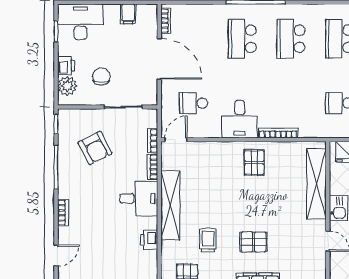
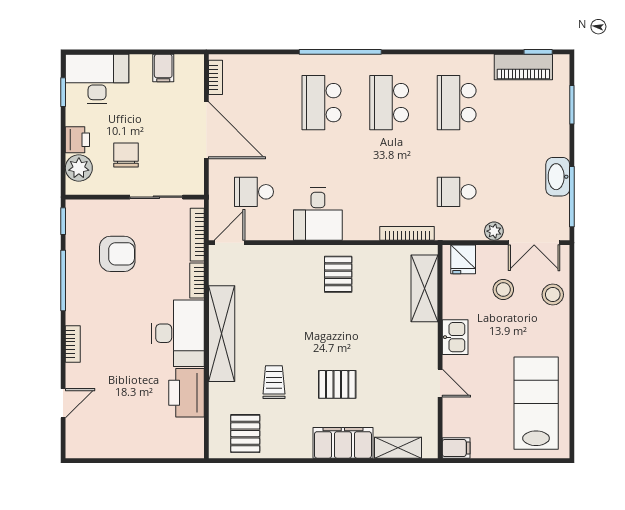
bookcase: (278, 133) -> (407, 233), moved
bookcase: (153, 141) -> (197, 235), width x1.56
armchair: (95, 148) -> (117, 254), turned -63
shelving: (316, 184) -> (424, 288), width x0.68
desk: (139, 199) -> (178, 333), width x1.37
printer: (149, 240) -> (186, 393), width x1.87, depth x1.48

